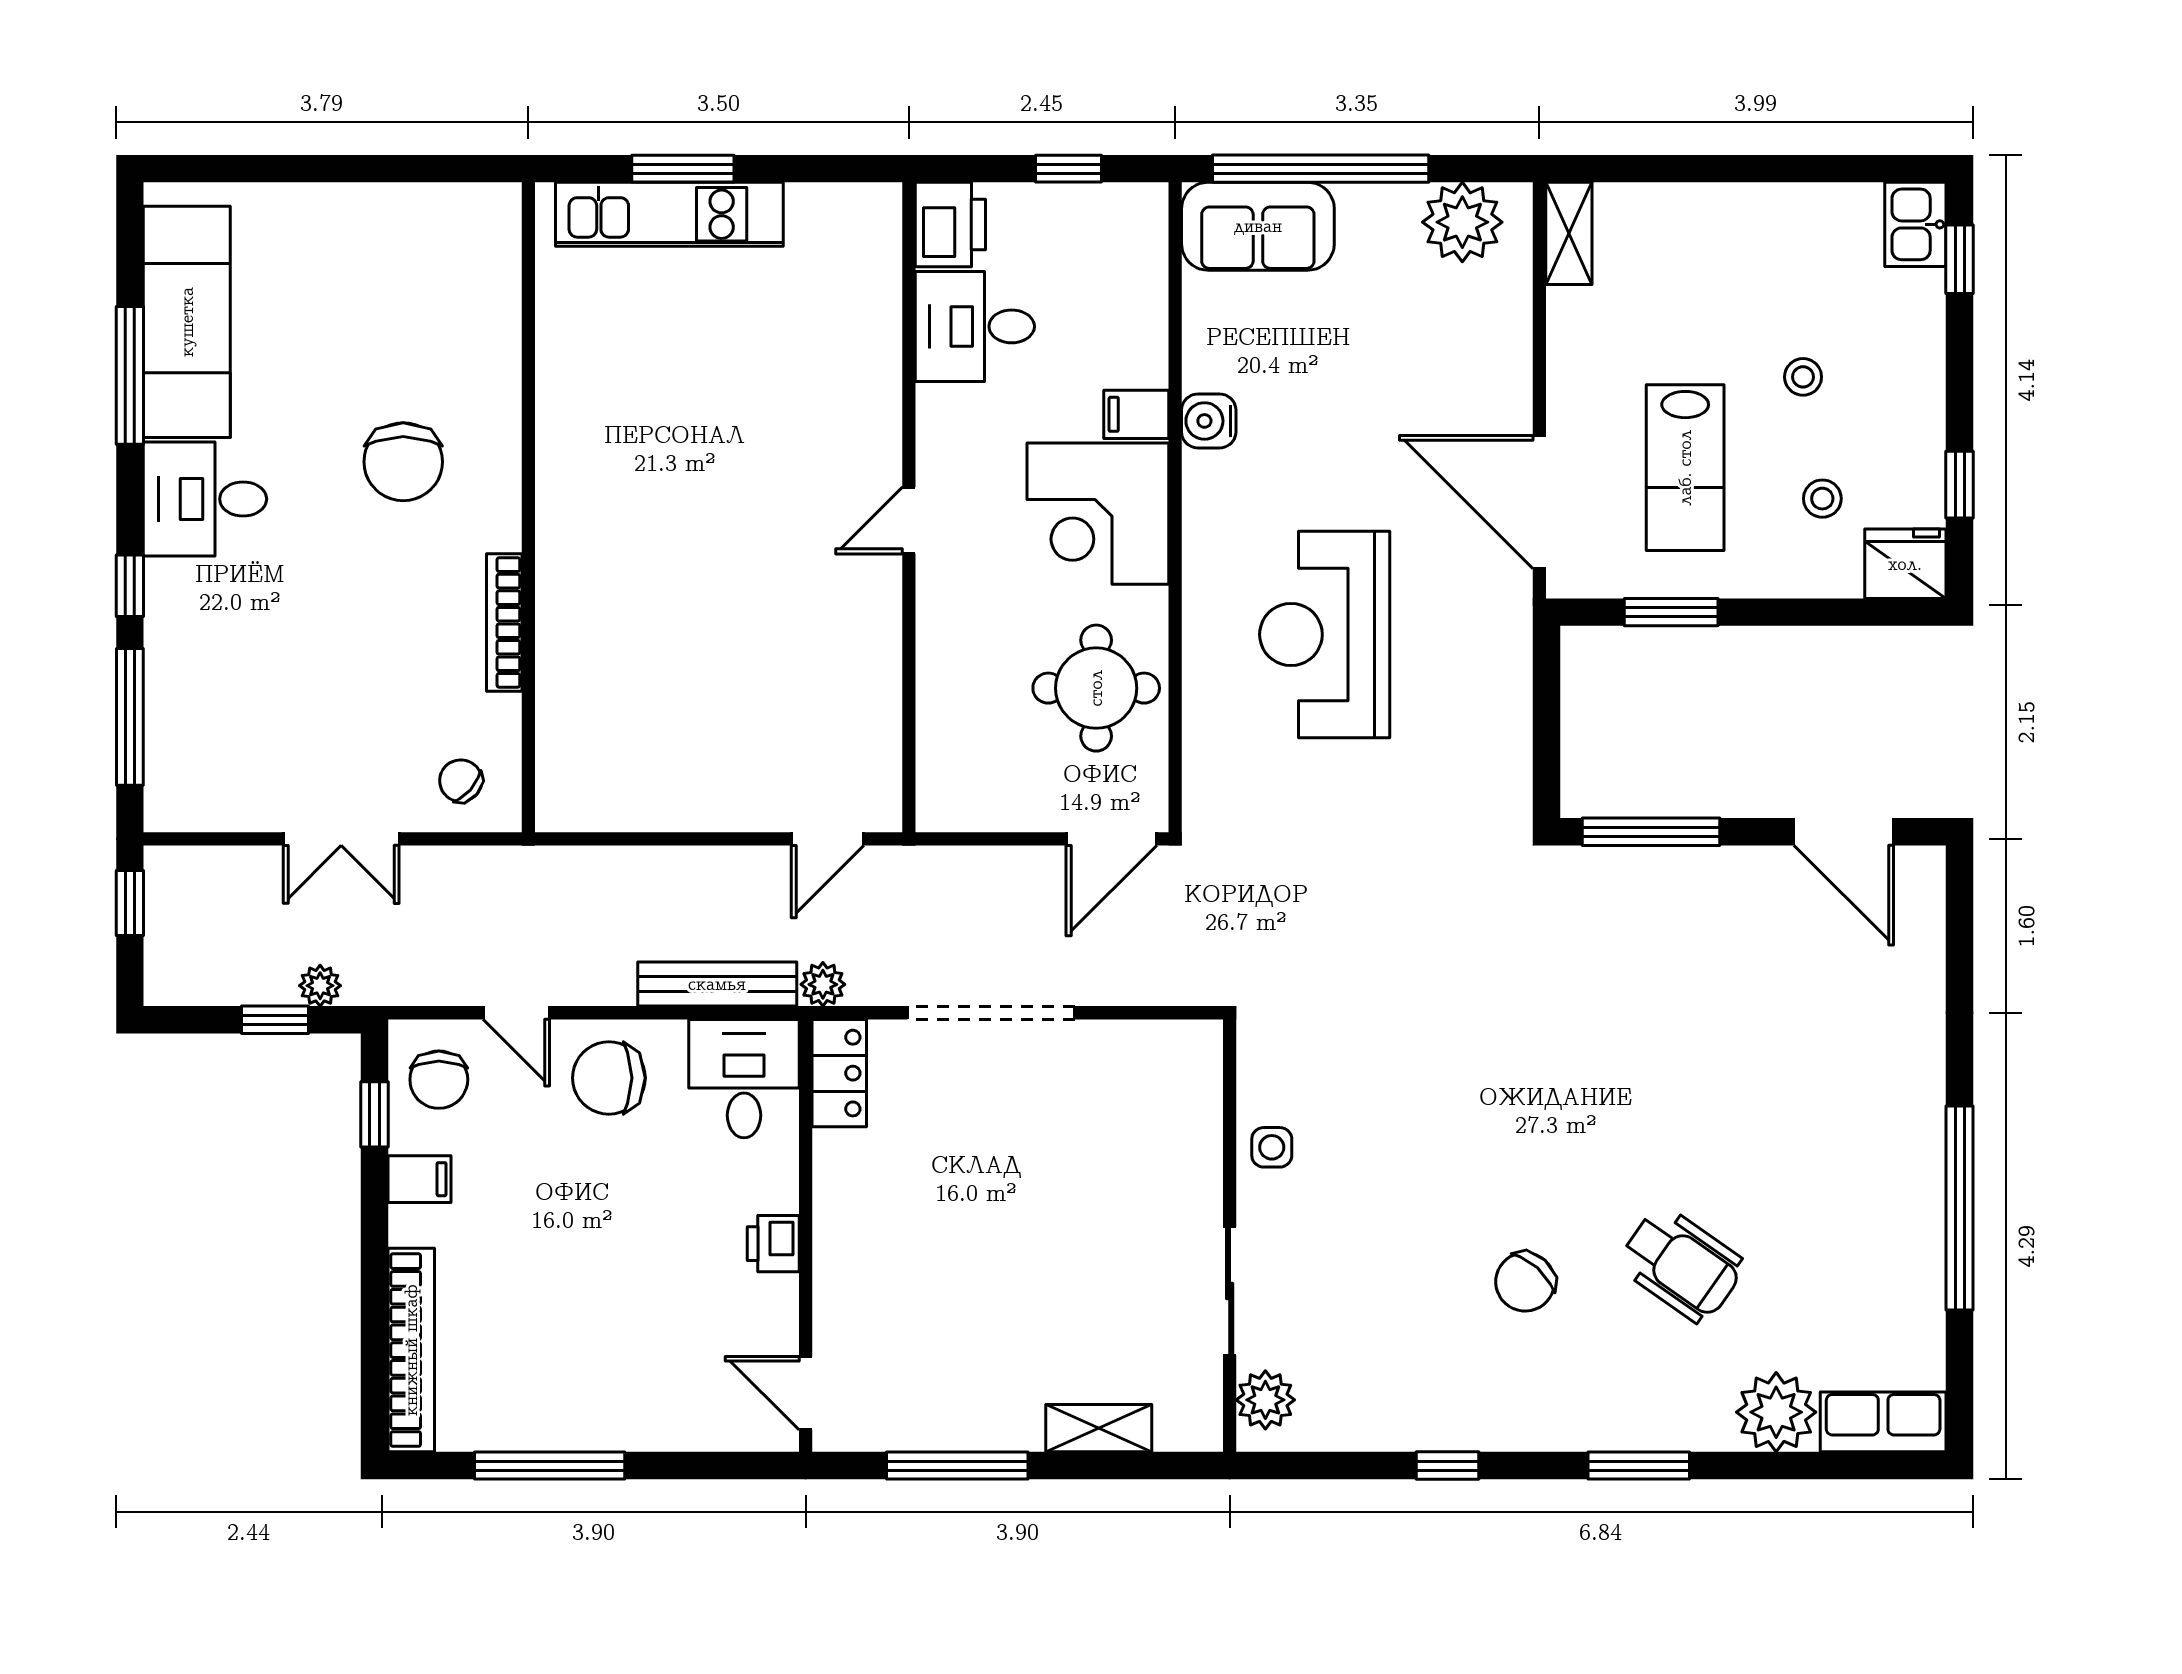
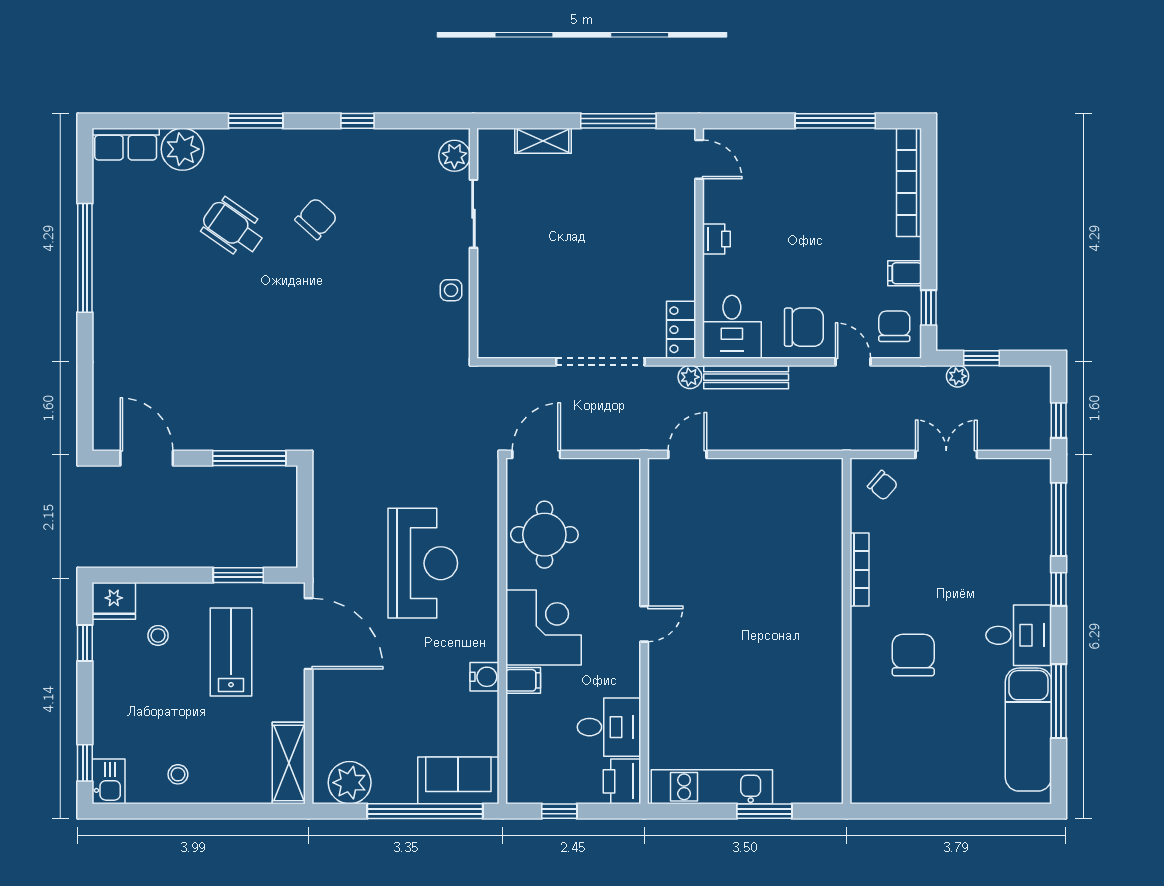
kitchen unit: (669, 214) -> (712, 787), moved
shelving: (1569, 233) -> (289, 763), width x1.50, depth x1.33
stool: (1803, 377) -> (178, 774), moved

